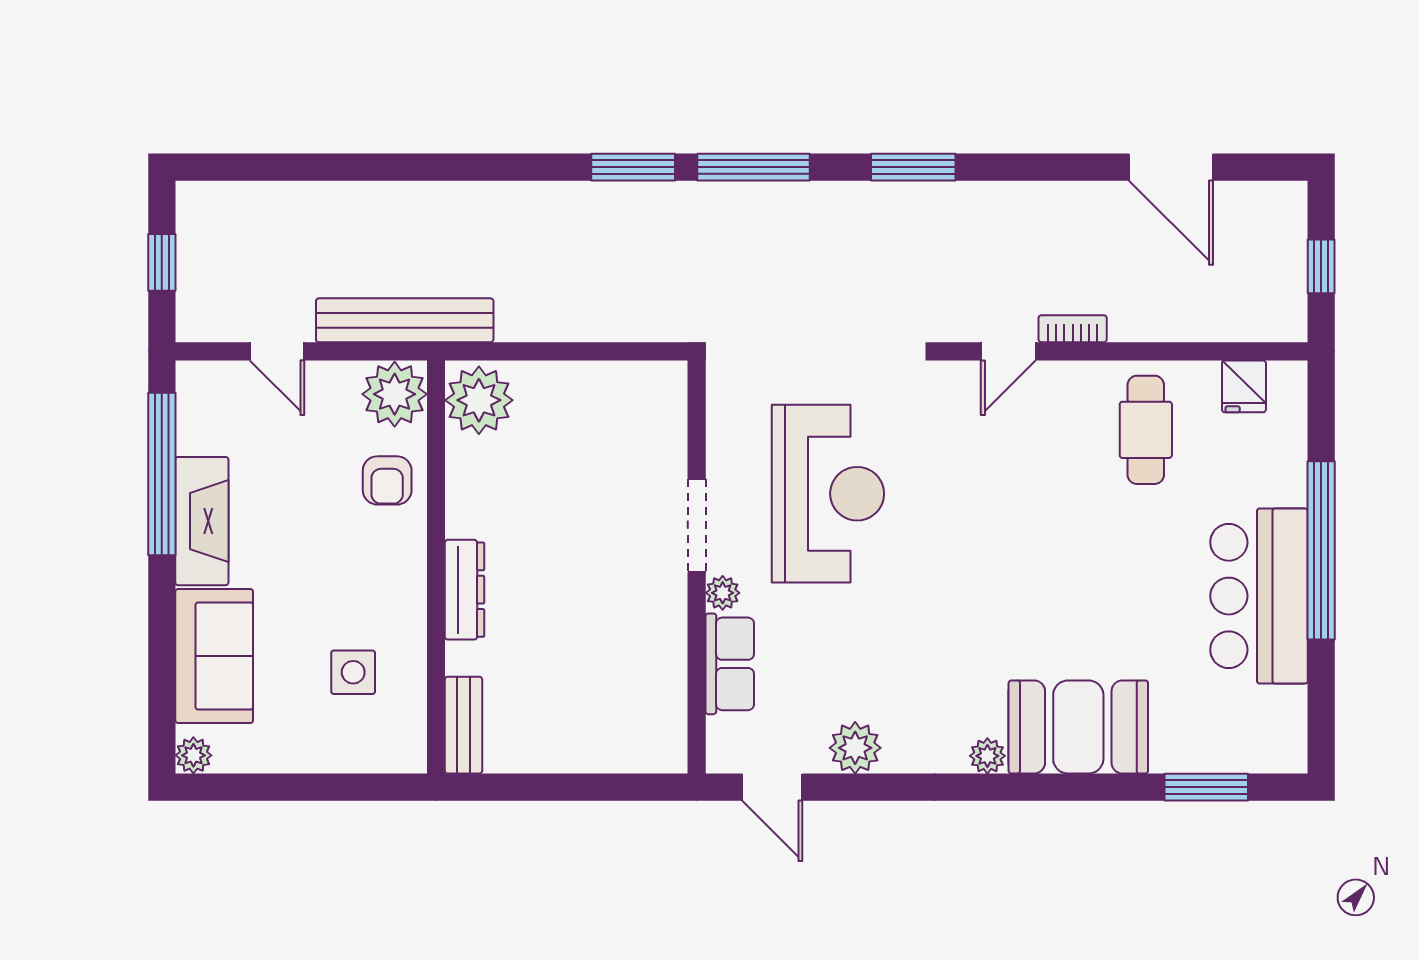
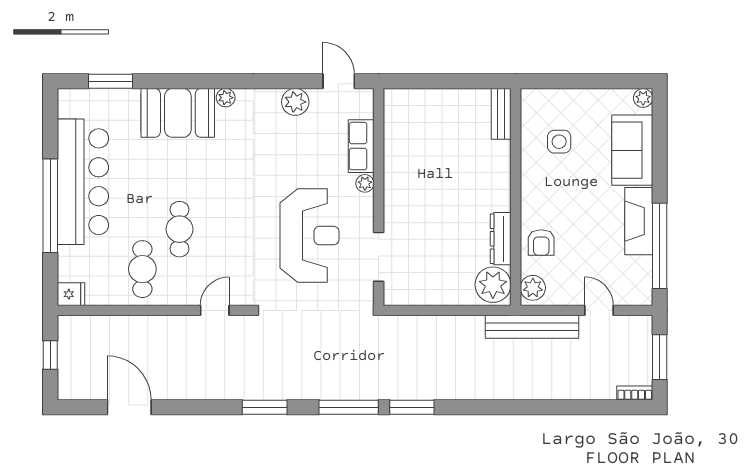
window: (162, 262) -> (660, 357), width x1.50
bookcase: (1073, 329) -> (635, 393), moved, turned 180
fridge: (1244, 386) -> (71, 294), moved, turned 90
plant: (395, 394) -> (533, 288), width x0.73, depth x0.73
armchair: (387, 480) -> (541, 243), turned 180
reception desk: (828, 494) -> (309, 236), turned 180
cafe table: (1075, 506) -> (180, 229), added
doorway: (697, 525) -> (379, 257), moved
dresser: (465, 590) -> (501, 239), moved
bar counter: (1259, 596) -> (83, 182), width x1.36

